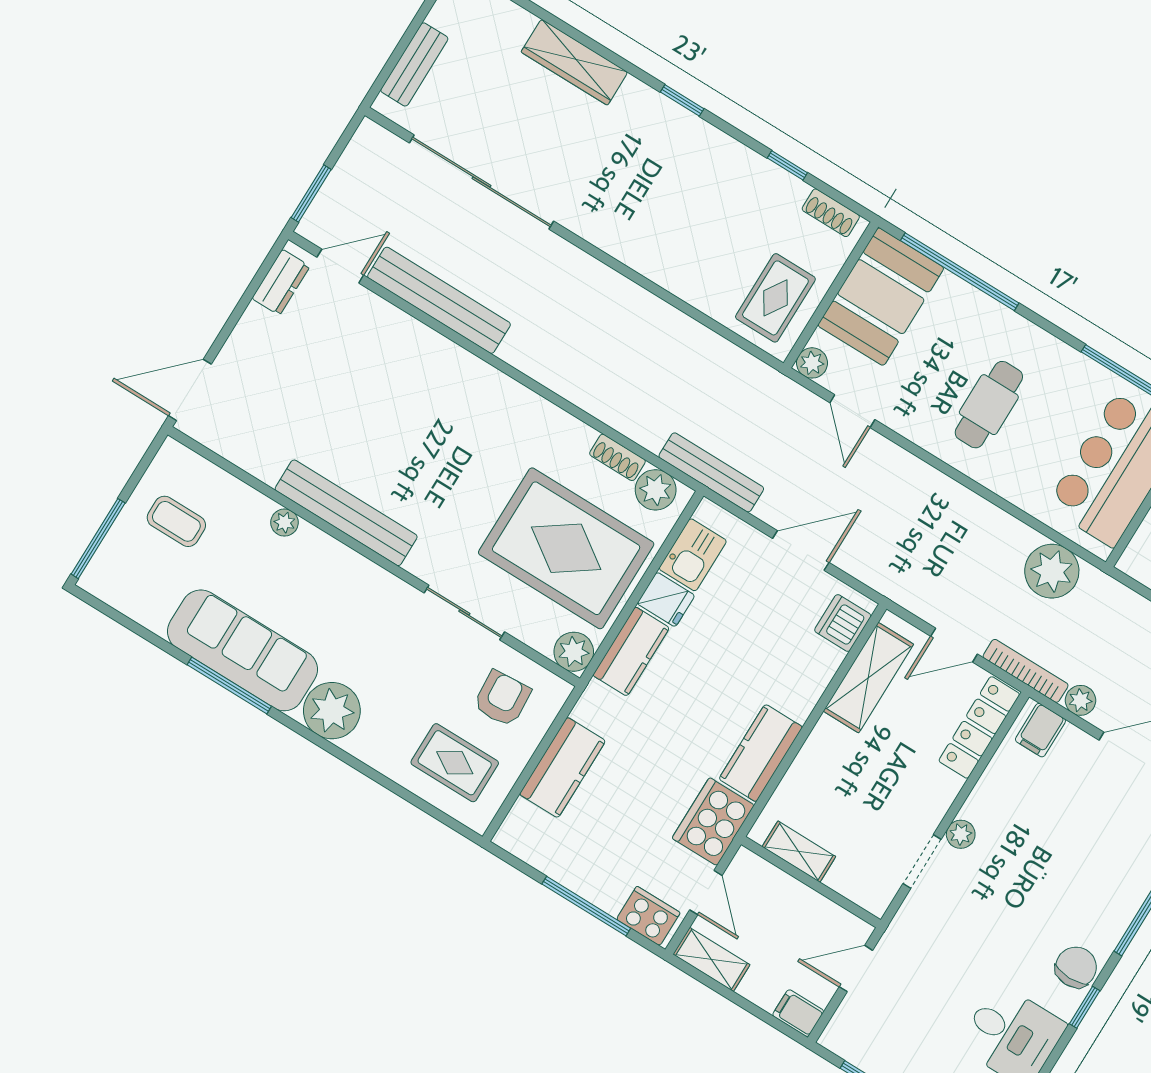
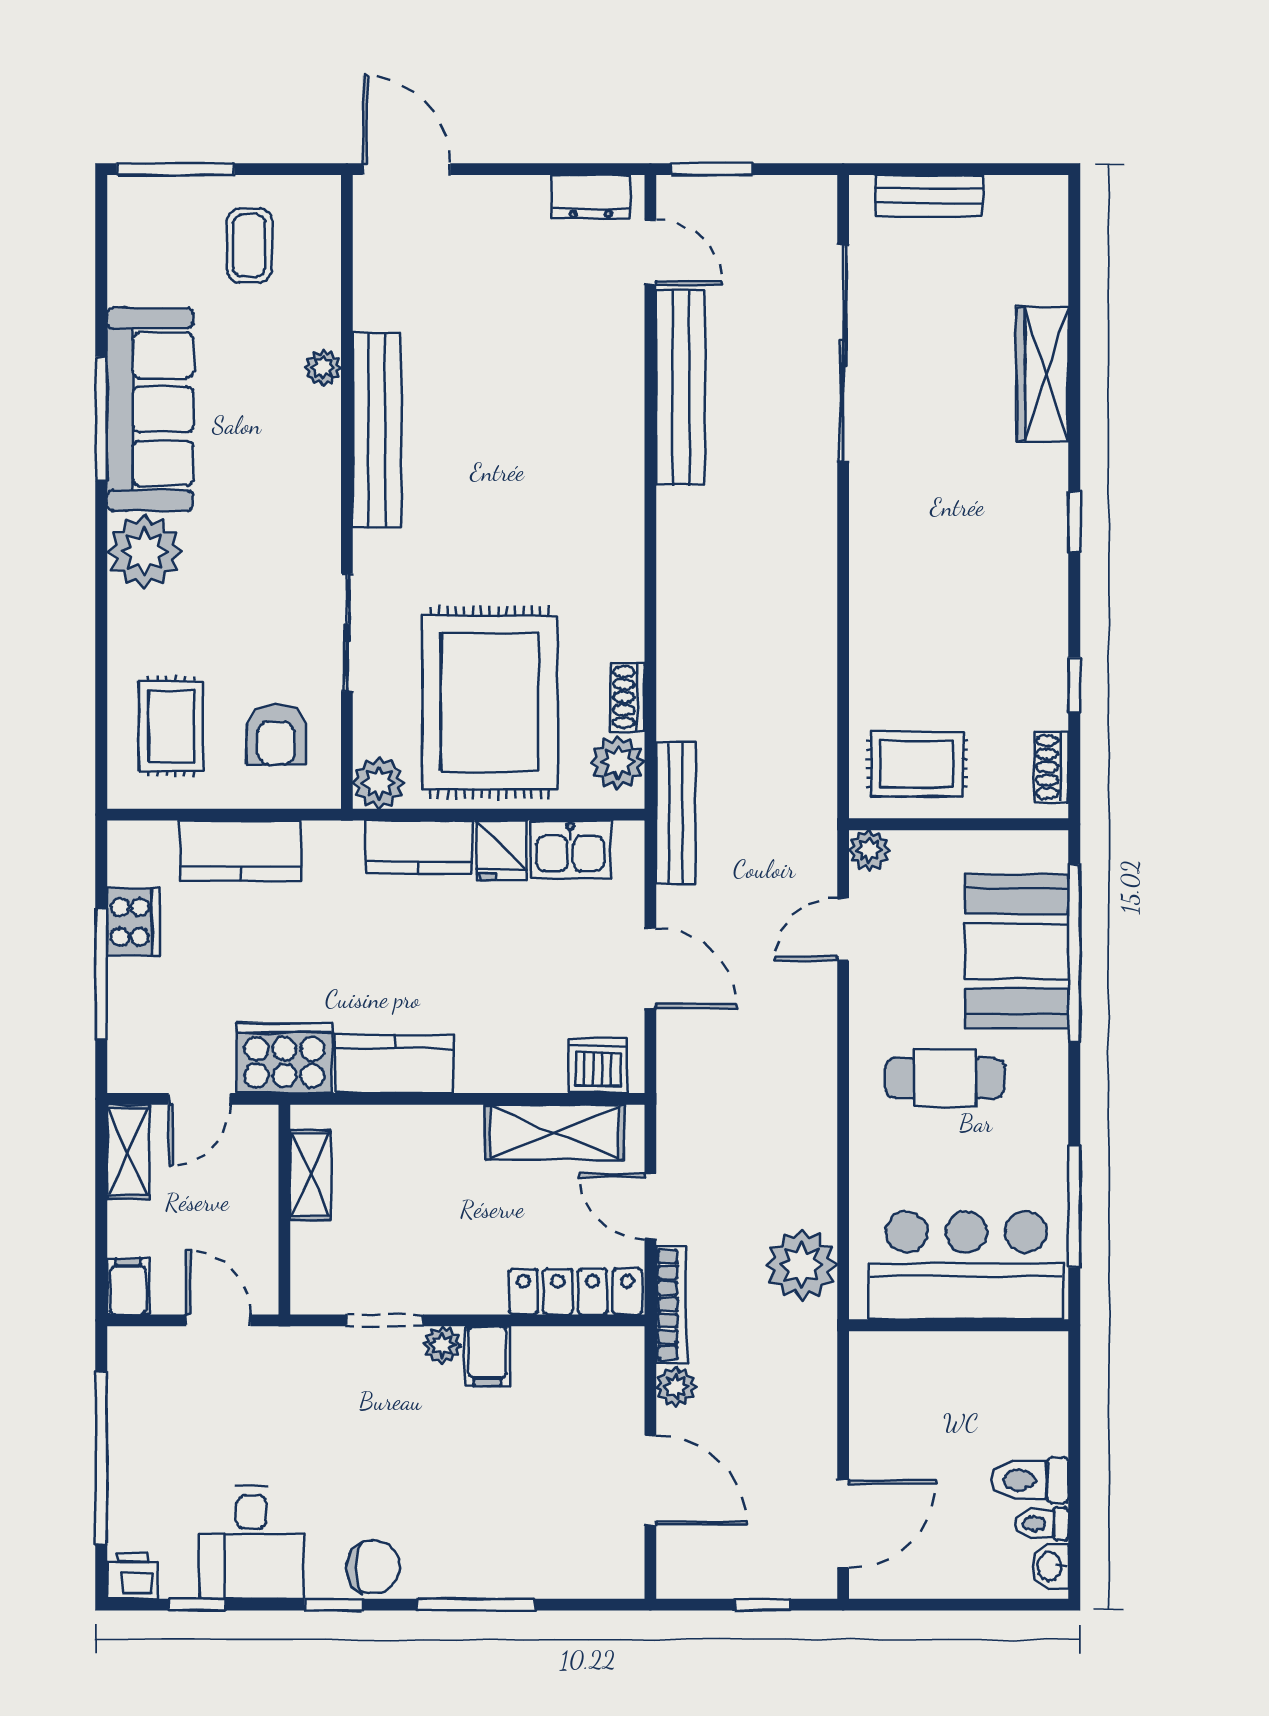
booth: (881, 297) -> (1017, 951), moved, turned 90
armchair: (502, 699) -> (276, 735), turned 94
filing cabinet: (1040, 730) -> (487, 1356), moved, turned -90
cooker: (648, 916) -> (133, 922), moved

